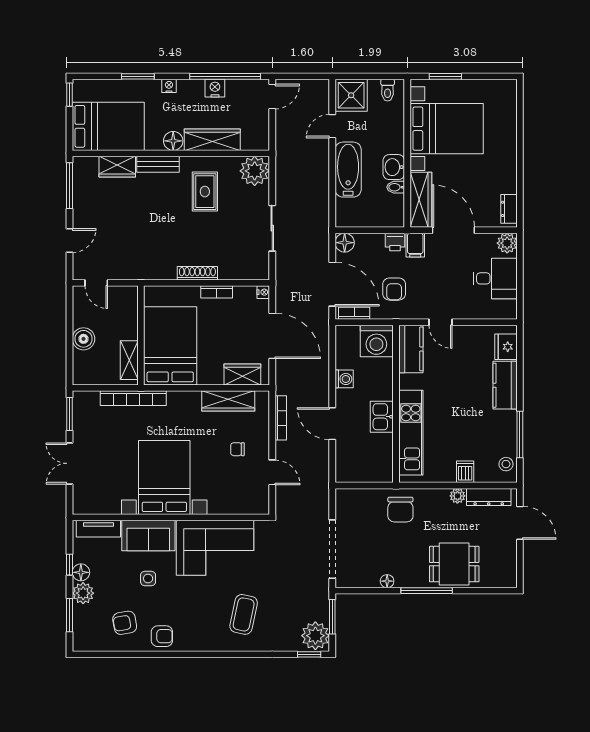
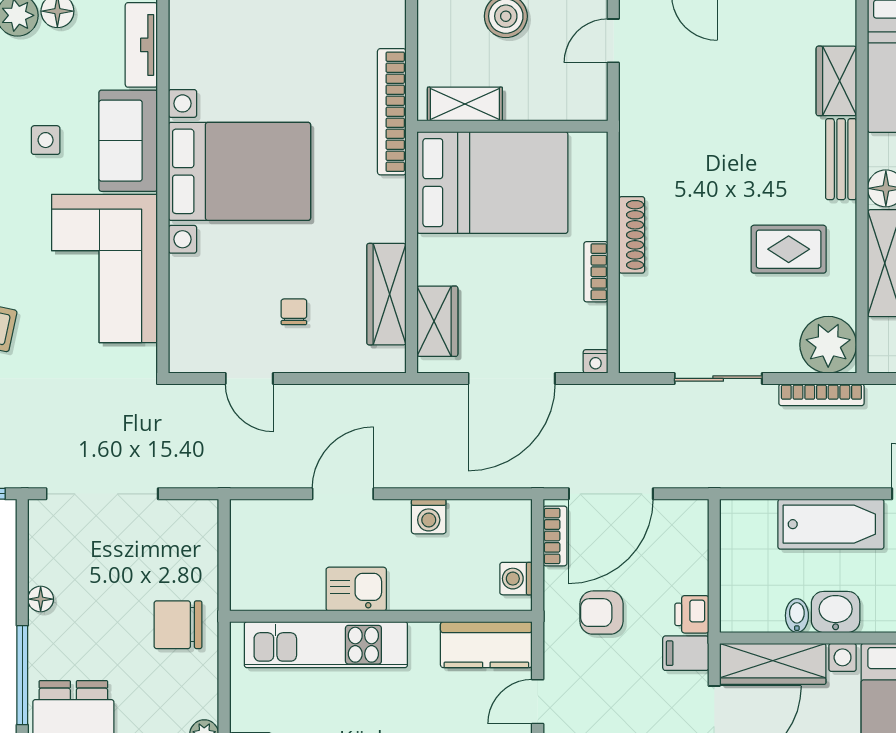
floor lamp: (345, 243) -> (690, 518), removed
washing machine: (376, 341) -> (516, 579), width x0.53, depth x0.53
bookcase: (281, 418) -> (821, 395), moved
door: (272, 472) -> (249, 378), hinge flipped

